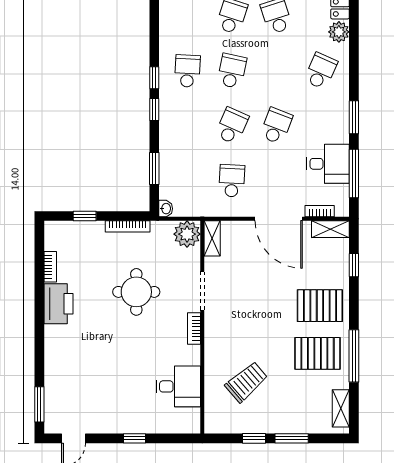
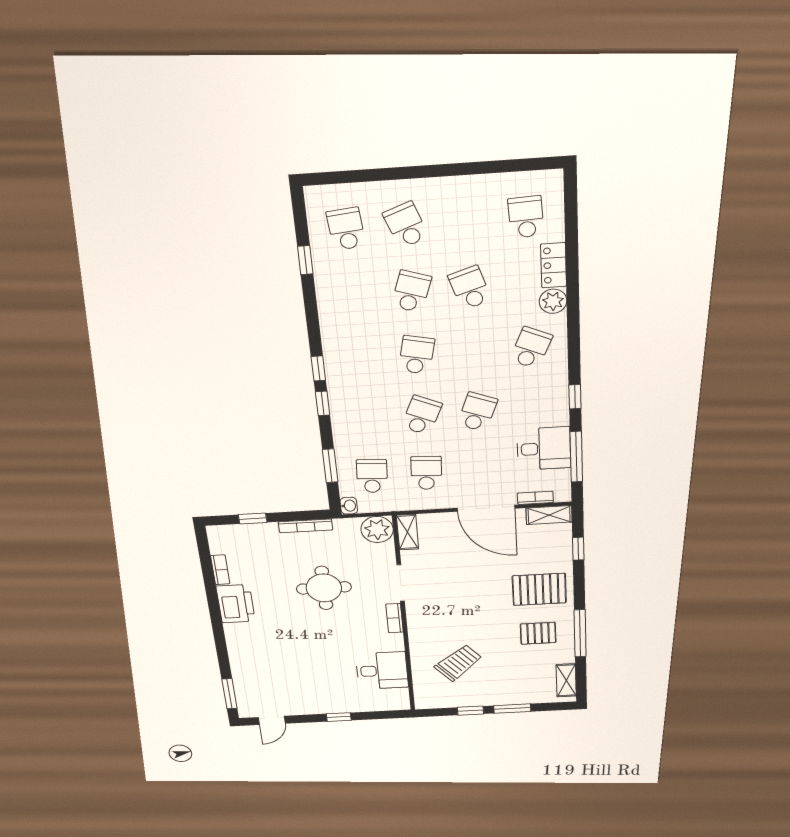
school desk: (187, 71) -> (372, 476), moved
window: (354, 117) -> (575, 397), width x0.67
pallet: (318, 353) -> (538, 633), width x0.67, depth x0.71

